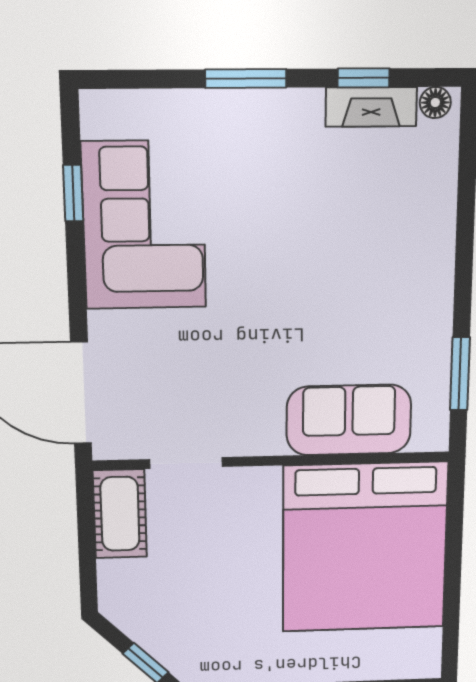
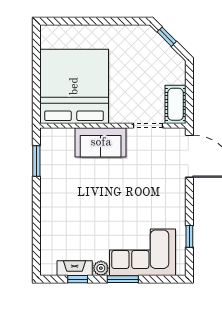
floor lamp: (435, 103) -> (50, 270), removed
plant: (303, 107) -> (101, 268), added
corner sofa: (144, 225) -> (142, 252), moved, turned 90
sofa: (349, 420) -> (101, 142), moved

